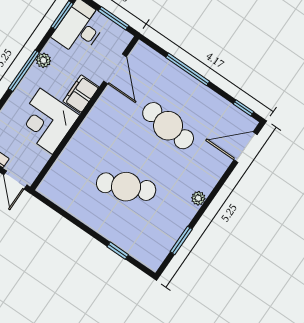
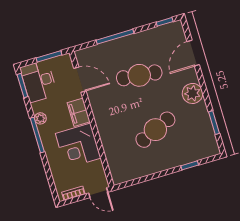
door: (245, 147) -> (193, 53), moved
plant: (198, 198) -> (192, 93), width x1.88, depth x1.88

